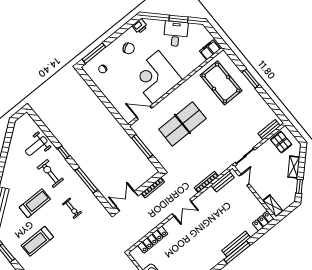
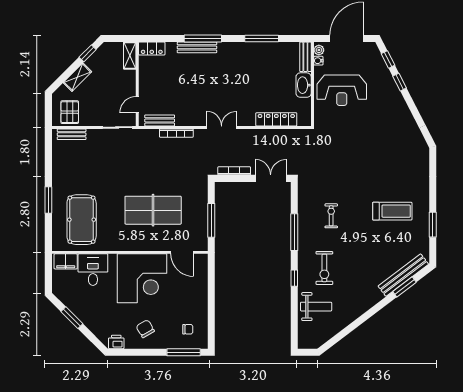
desk: (176, 34) -> (93, 270), moved, turned 135
double door: (127, 201) -> (271, 178), swing flipped
treadmill: (35, 203) -> (364, 251), removed

